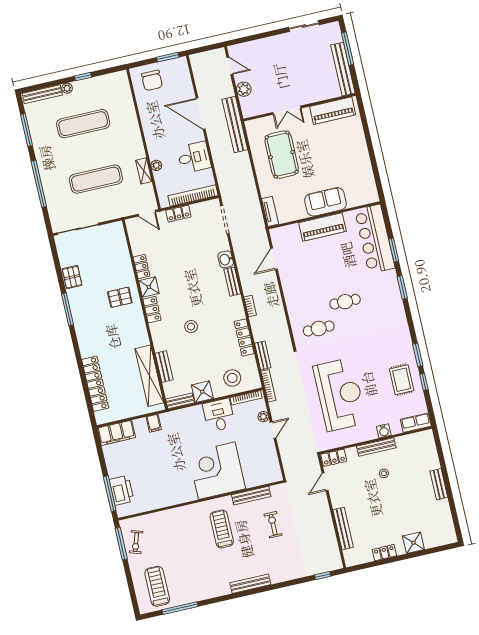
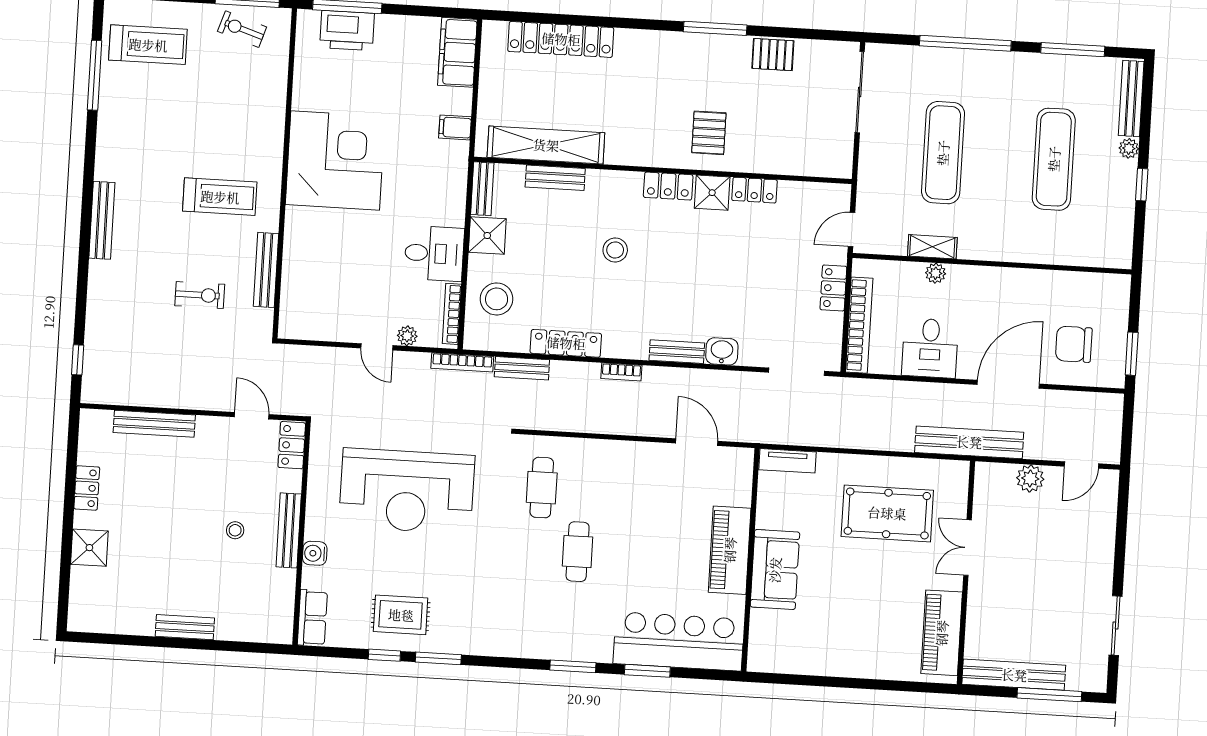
chair: (152, 80) -> (1074, 344), moved
corner desk: (217, 471) -> (335, 160), moved

